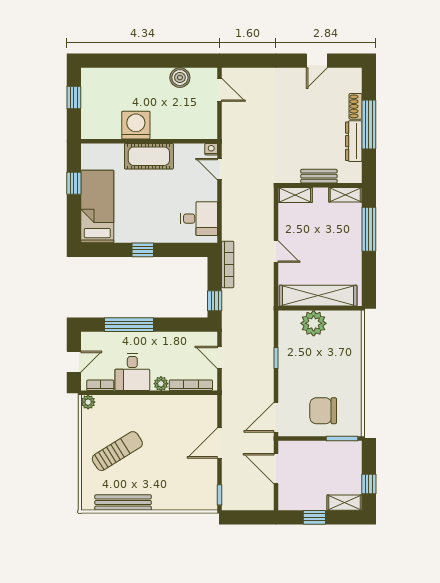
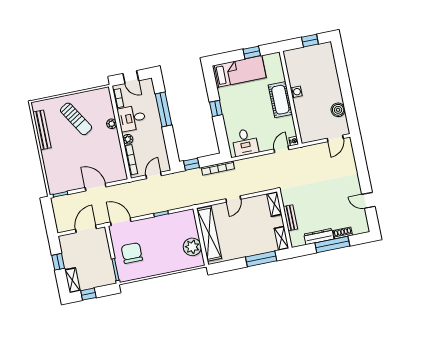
washing machine: (136, 125) -> (296, 92), width x0.53, depth x0.53
plant: (314, 323) -> (192, 247), moved
plant: (88, 402) -> (112, 124), moved

